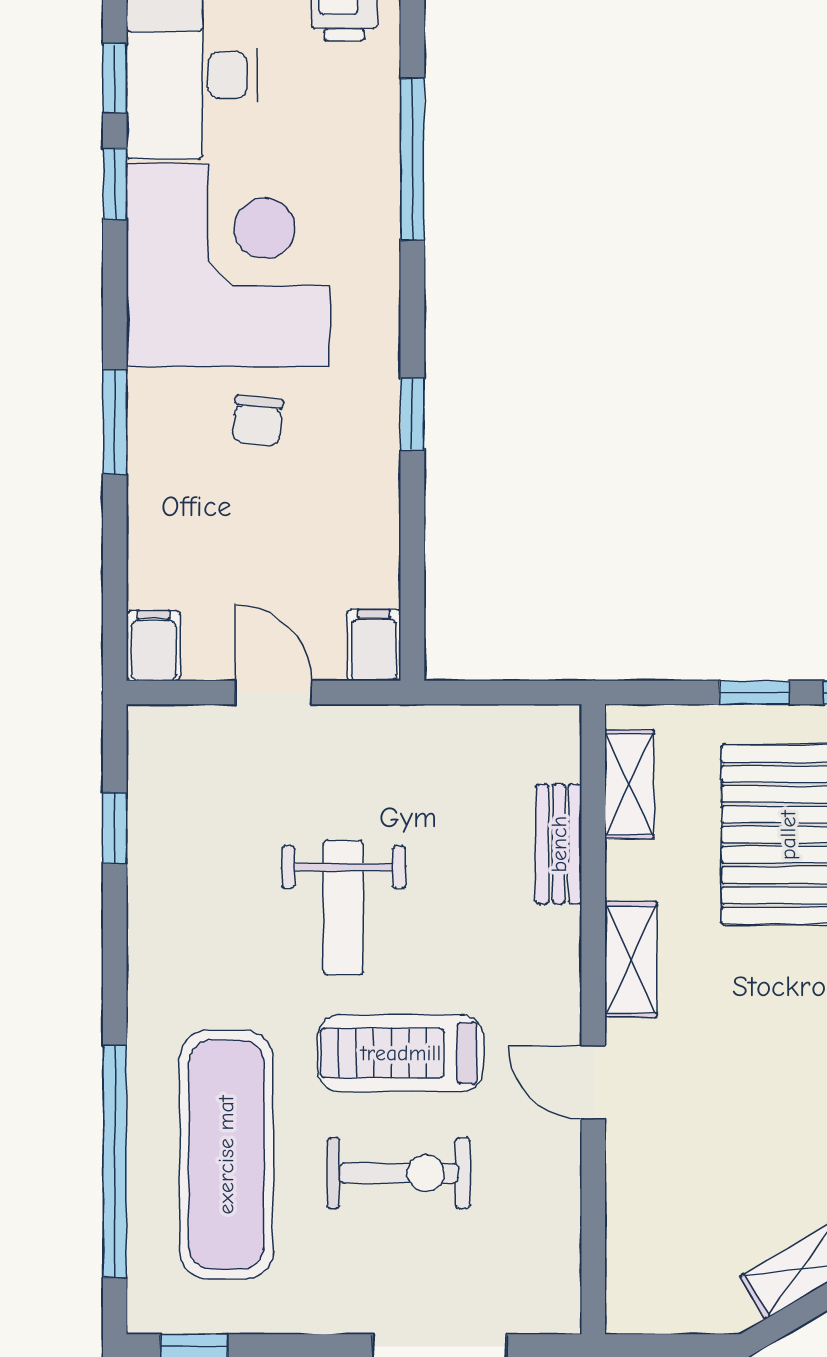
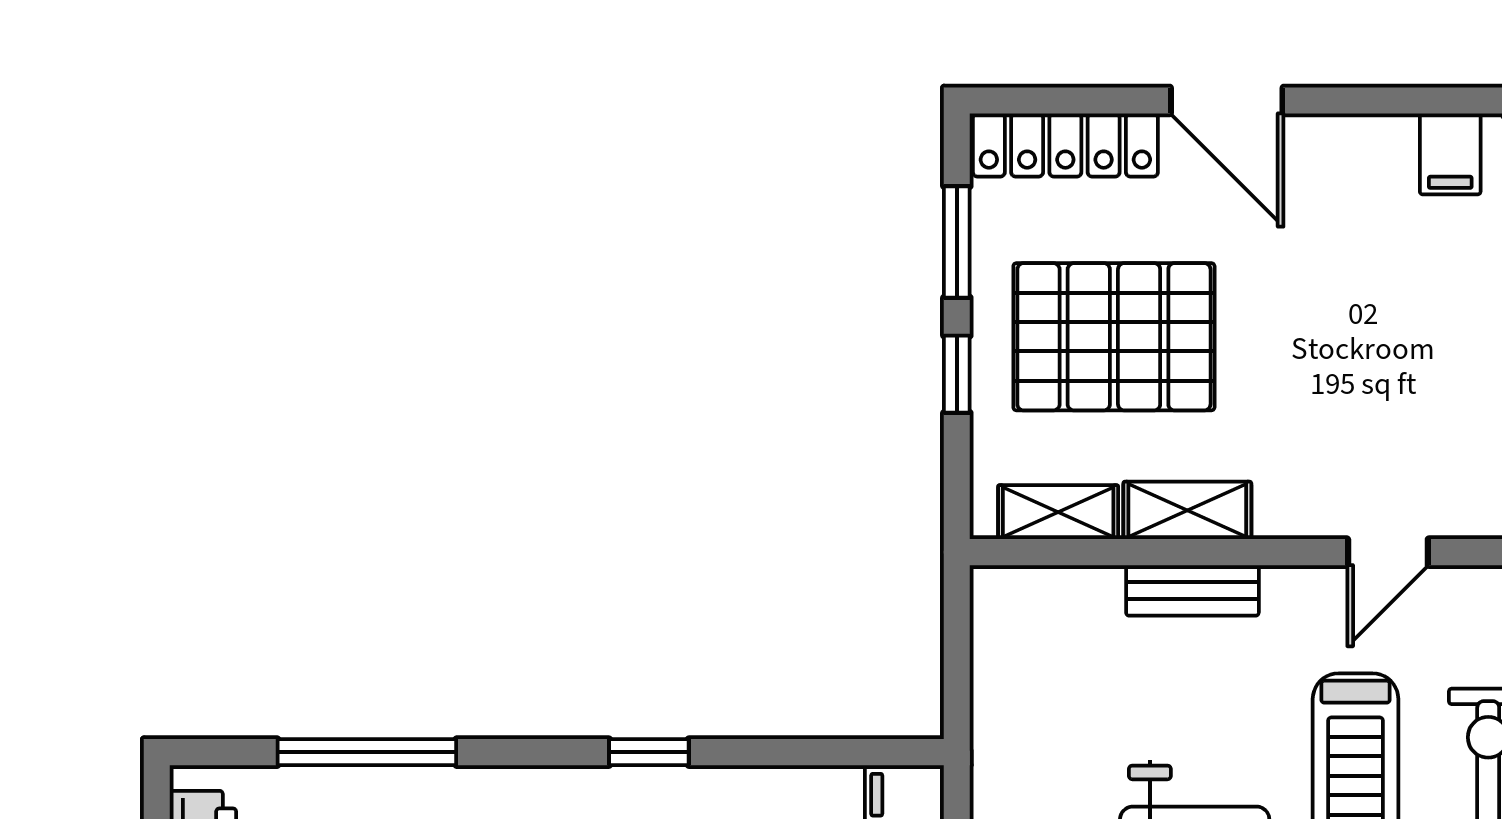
bench: (559, 844) -> (1192, 590), moved
shelving: (631, 960) -> (1187, 510), moved

